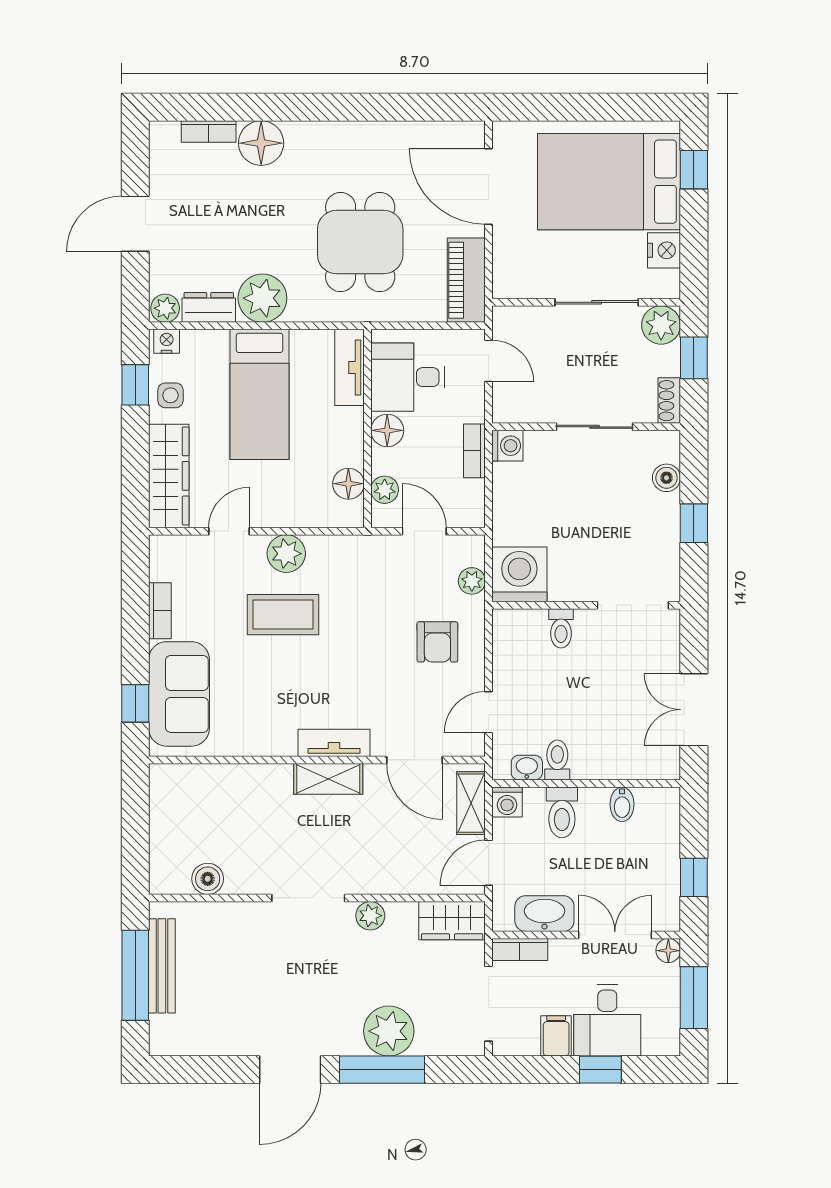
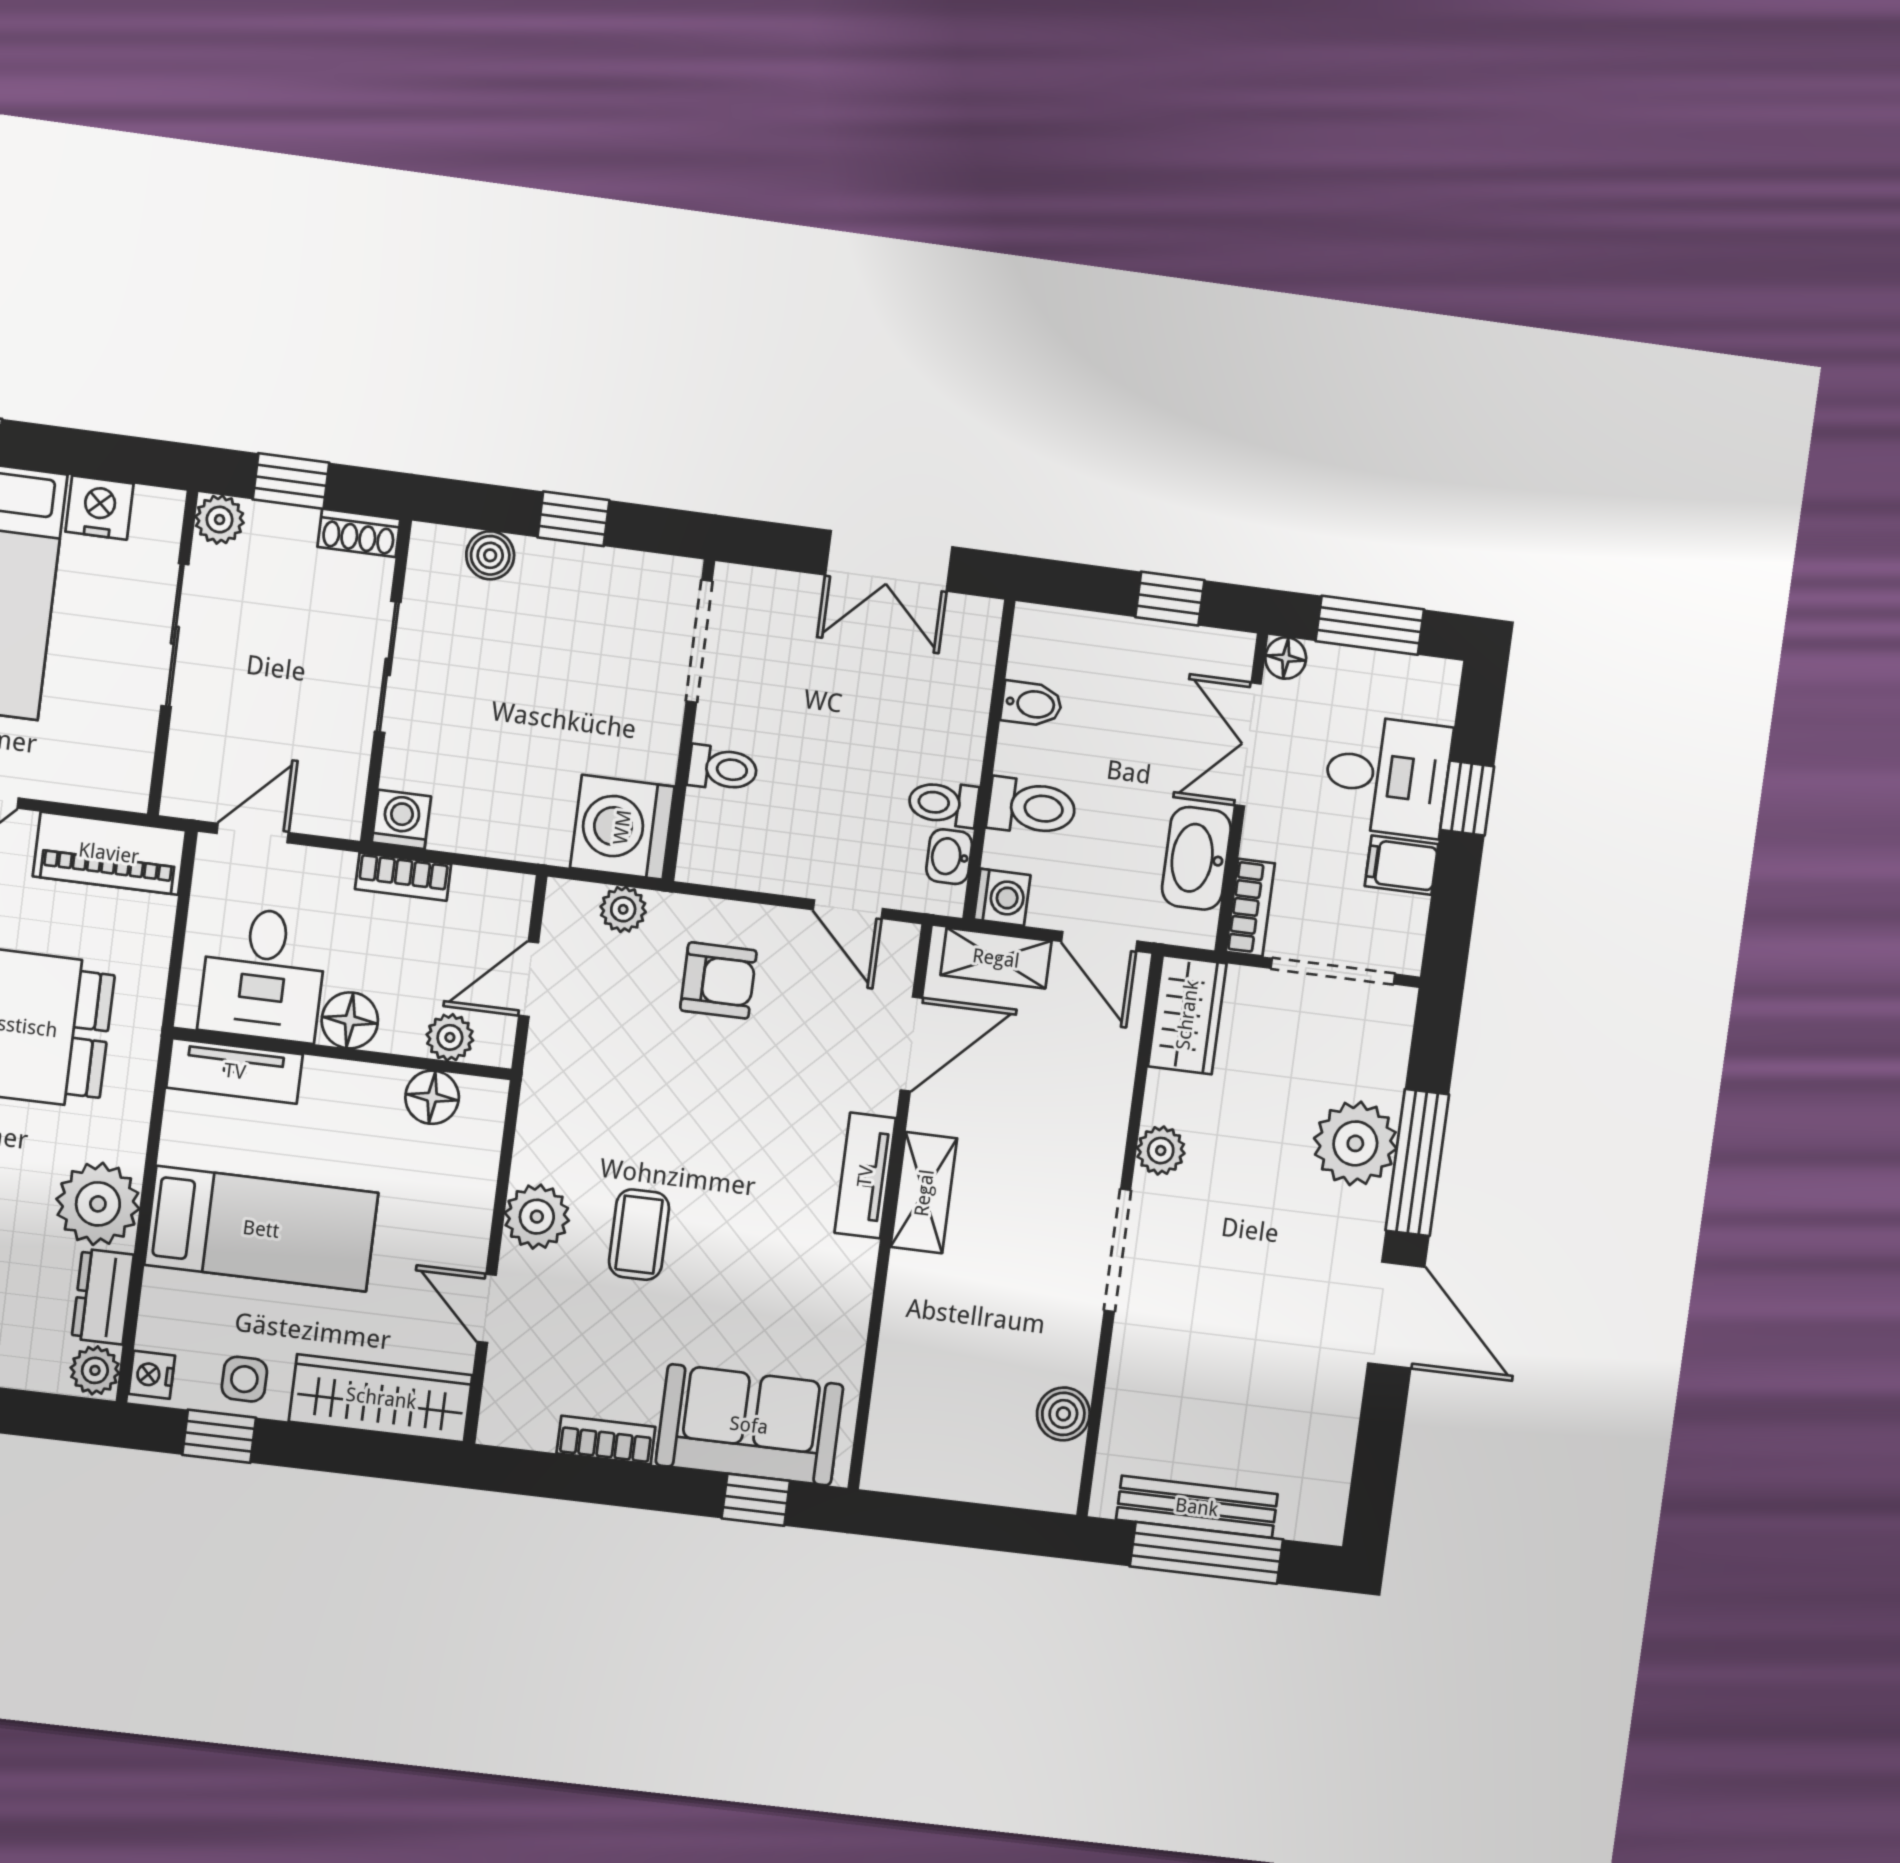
plant: (661, 325) -> (220, 520), width x0.73, depth x0.73
coffee table: (283, 615) -> (639, 1235), width x0.73, depth x0.77

